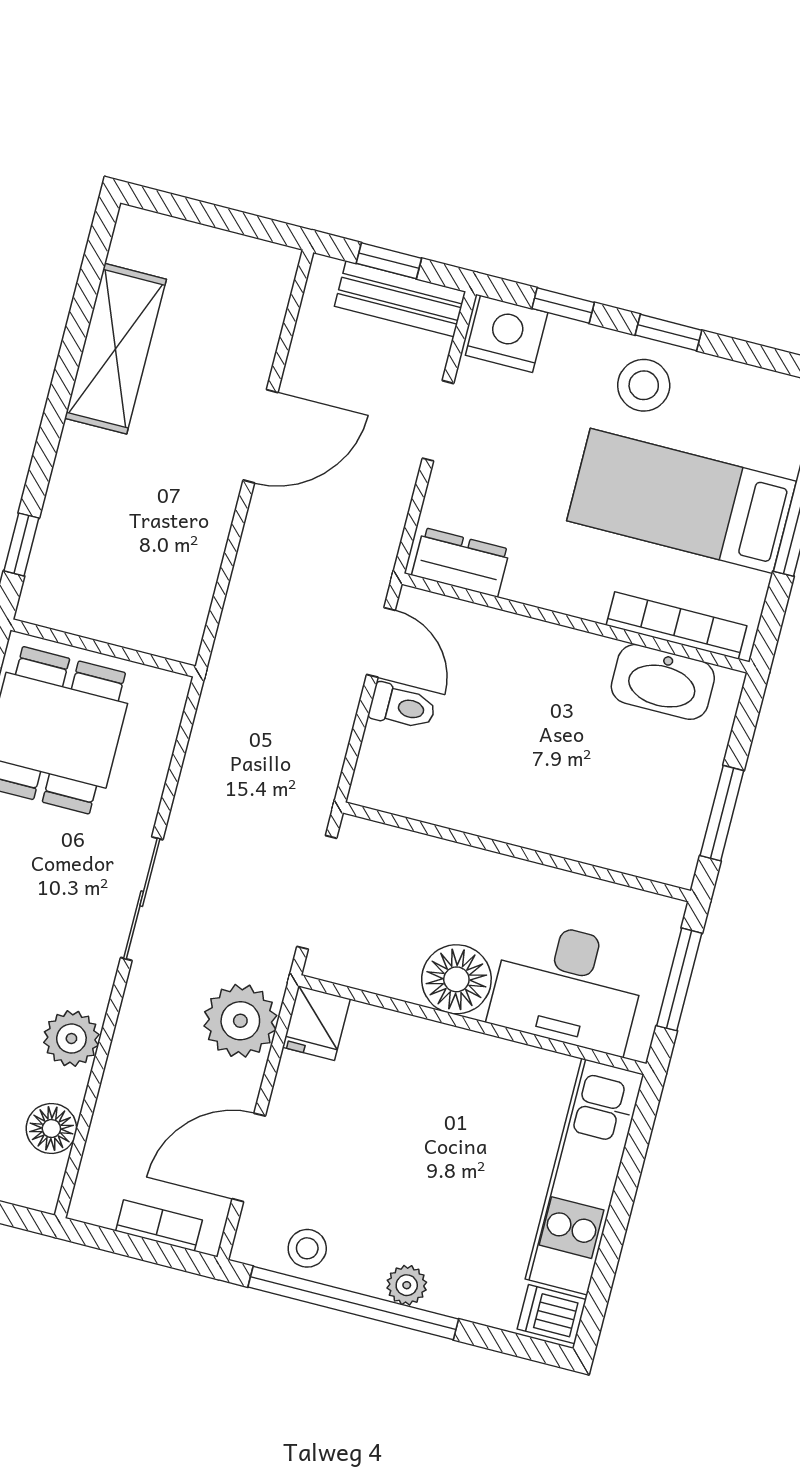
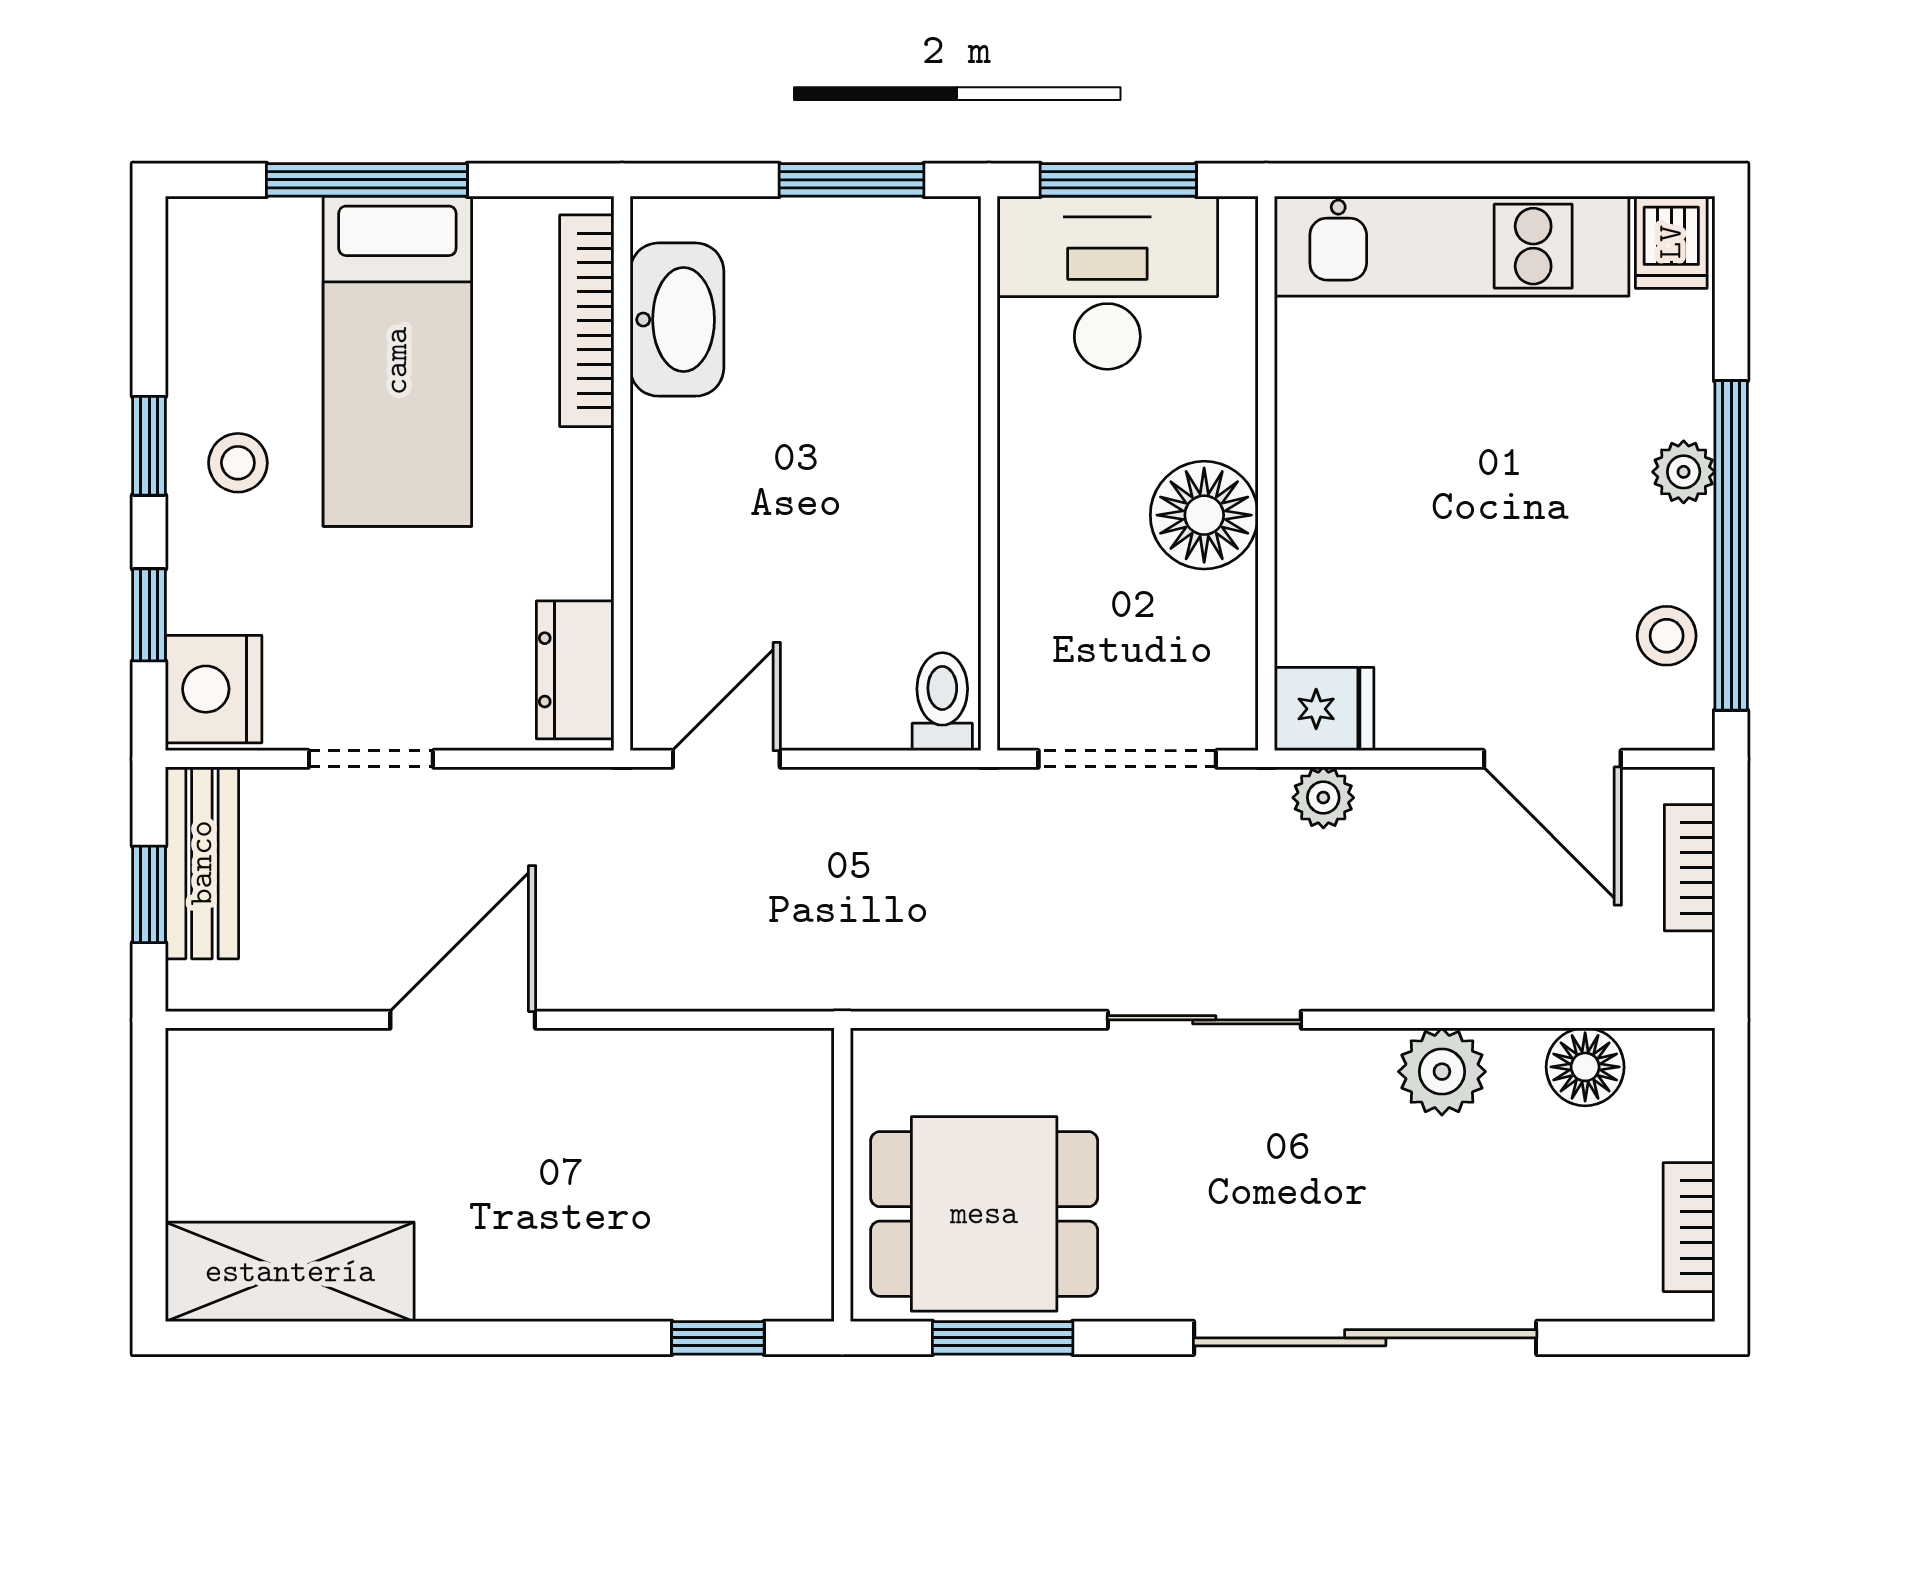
shelving: (115, 349) -> (290, 1272), moved
stool: (644, 385) -> (238, 463), width x0.73, depth x0.73
door: (260, 436) -> (463, 1020), hinge flipped
toilet: (402, 707) -> (942, 702), moved
desk: (568, 986) -> (1107, 283), moved, turned -90
plant: (240, 1021) -> (1323, 798), width x0.53, depth x0.53

